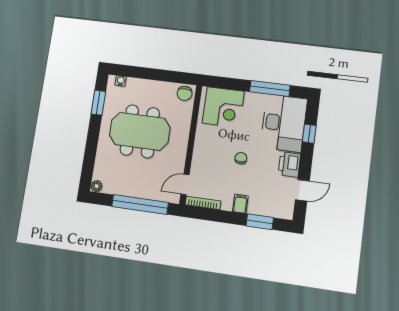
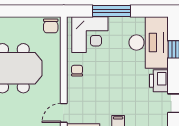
window: (270, 88) -> (112, 11), moved
chair: (241, 158) -> (77, 71), moved

